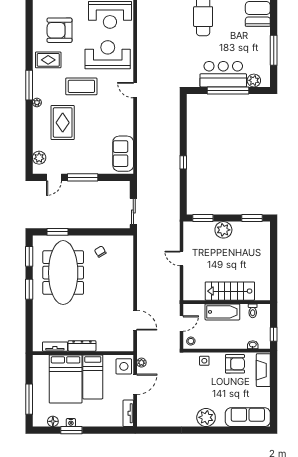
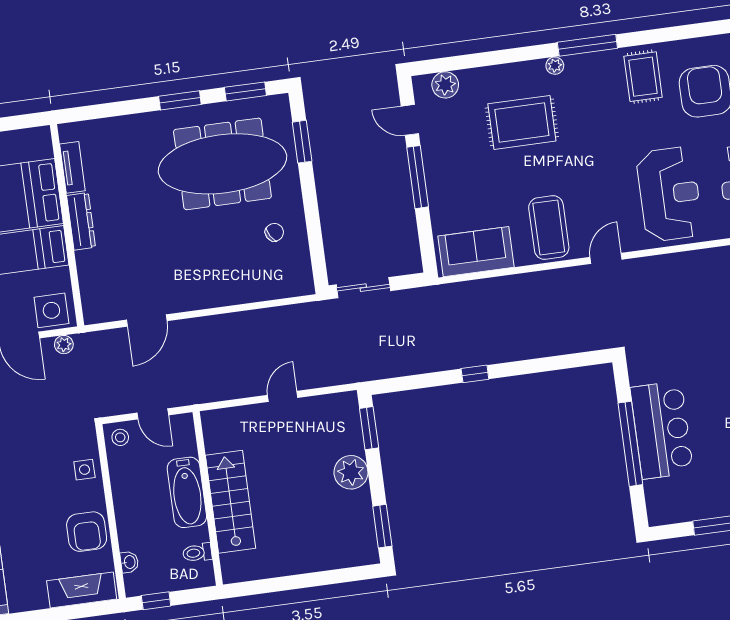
plant: (254, 80) -> (657, 493), removed
coffee table: (81, 86) -> (549, 227), moved

